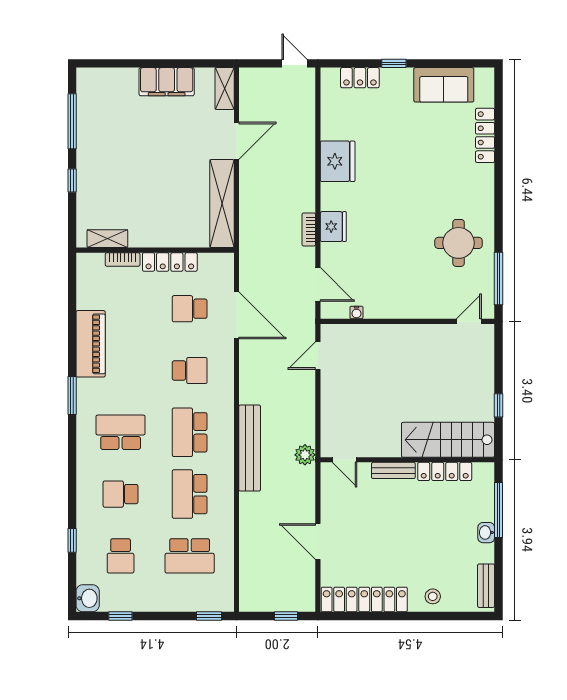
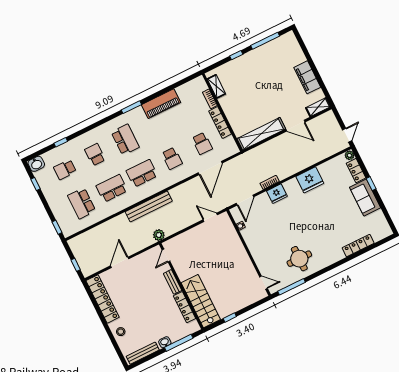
plant: (330, 76) -> (349, 155), added
sofa: (444, 85) -> (365, 198), moved
school desk: (190, 309) -> (202, 143), turned 180
bench: (486, 586) -> (143, 353), width x1.36

